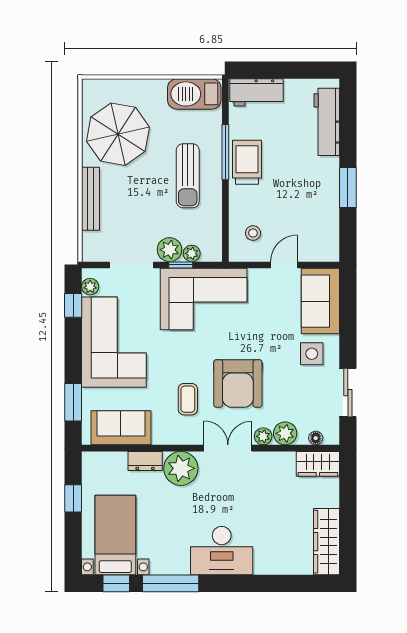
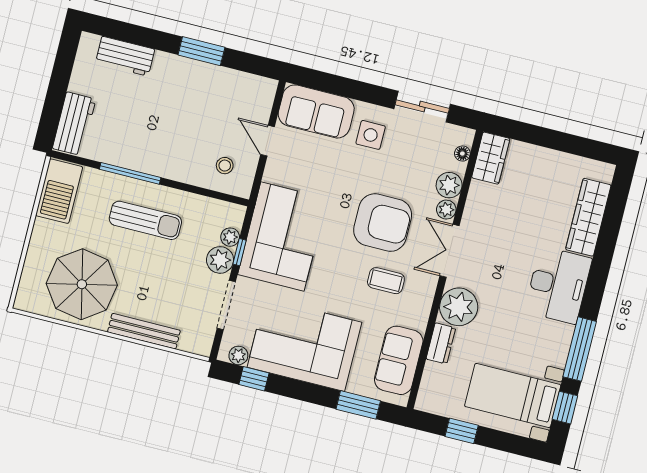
workbench: (327, 122) -> (125, 56), width x0.73
trolley: (247, 162) -> (147, 153), removed
wardrobe: (326, 542) -> (588, 217), moved, turned 90

